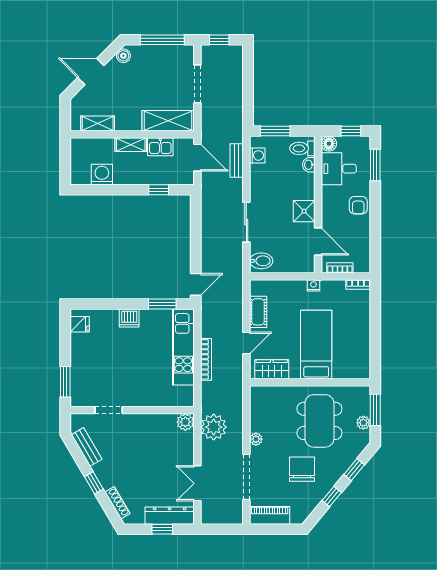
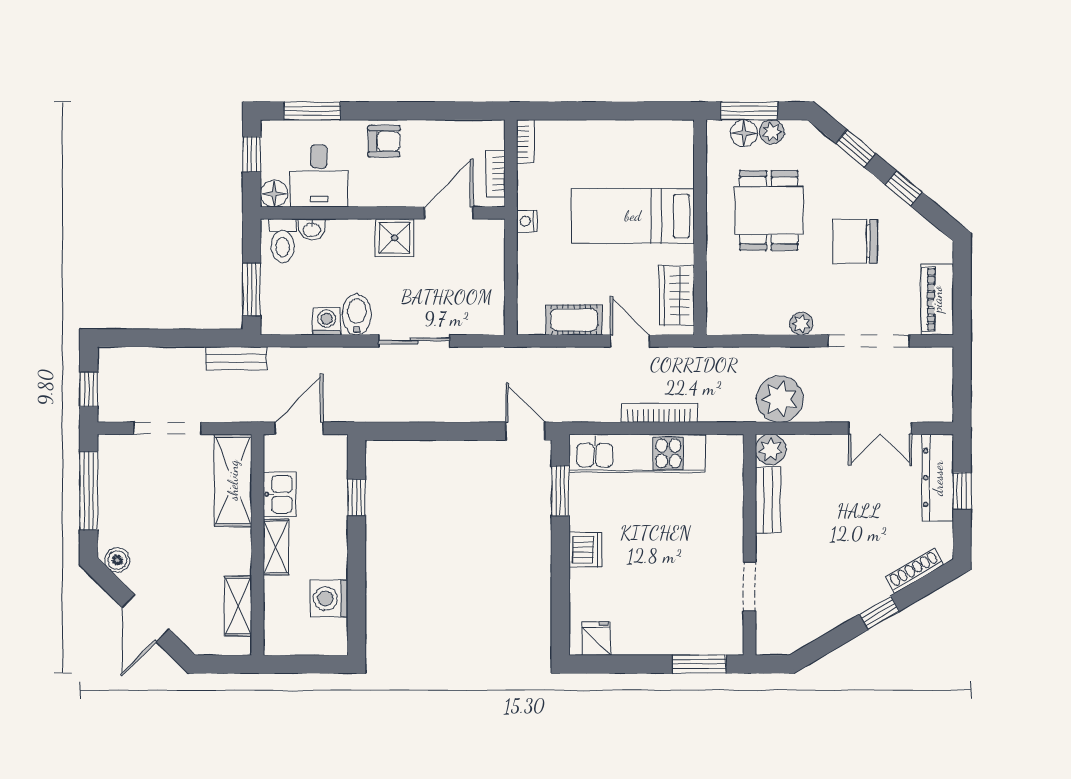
washing machine: (257, 155) -> (326, 321), moved
bench: (237, 161) -> (236, 358), moved
bidet: (261, 261) -> (357, 314), moved
floor lamp: (363, 407) -> (744, 133), added
dining table: (319, 421) -> (769, 210), width x0.73
bench: (87, 447) -> (768, 500), moved, turned -60

